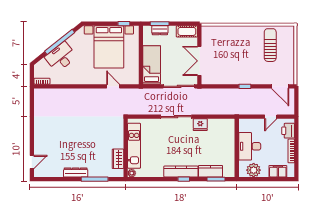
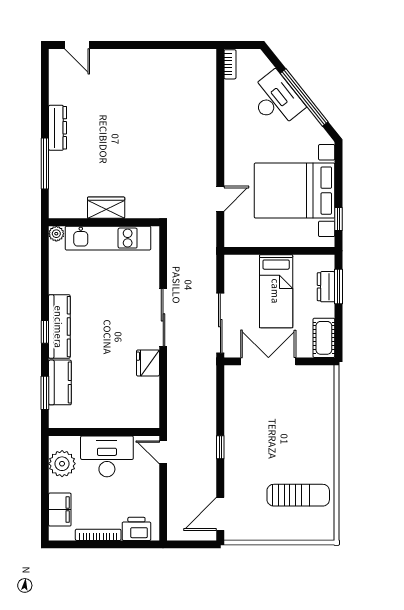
bed: (152, 65) -> (276, 291), moved, turned 90
door: (271, 117) -> (163, 452), moved
wardrobe: (118, 159) -> (106, 208), moved

